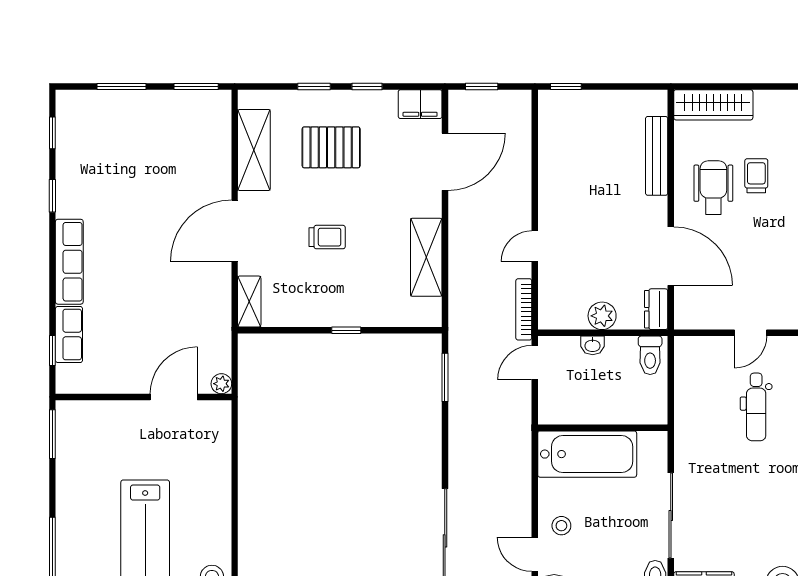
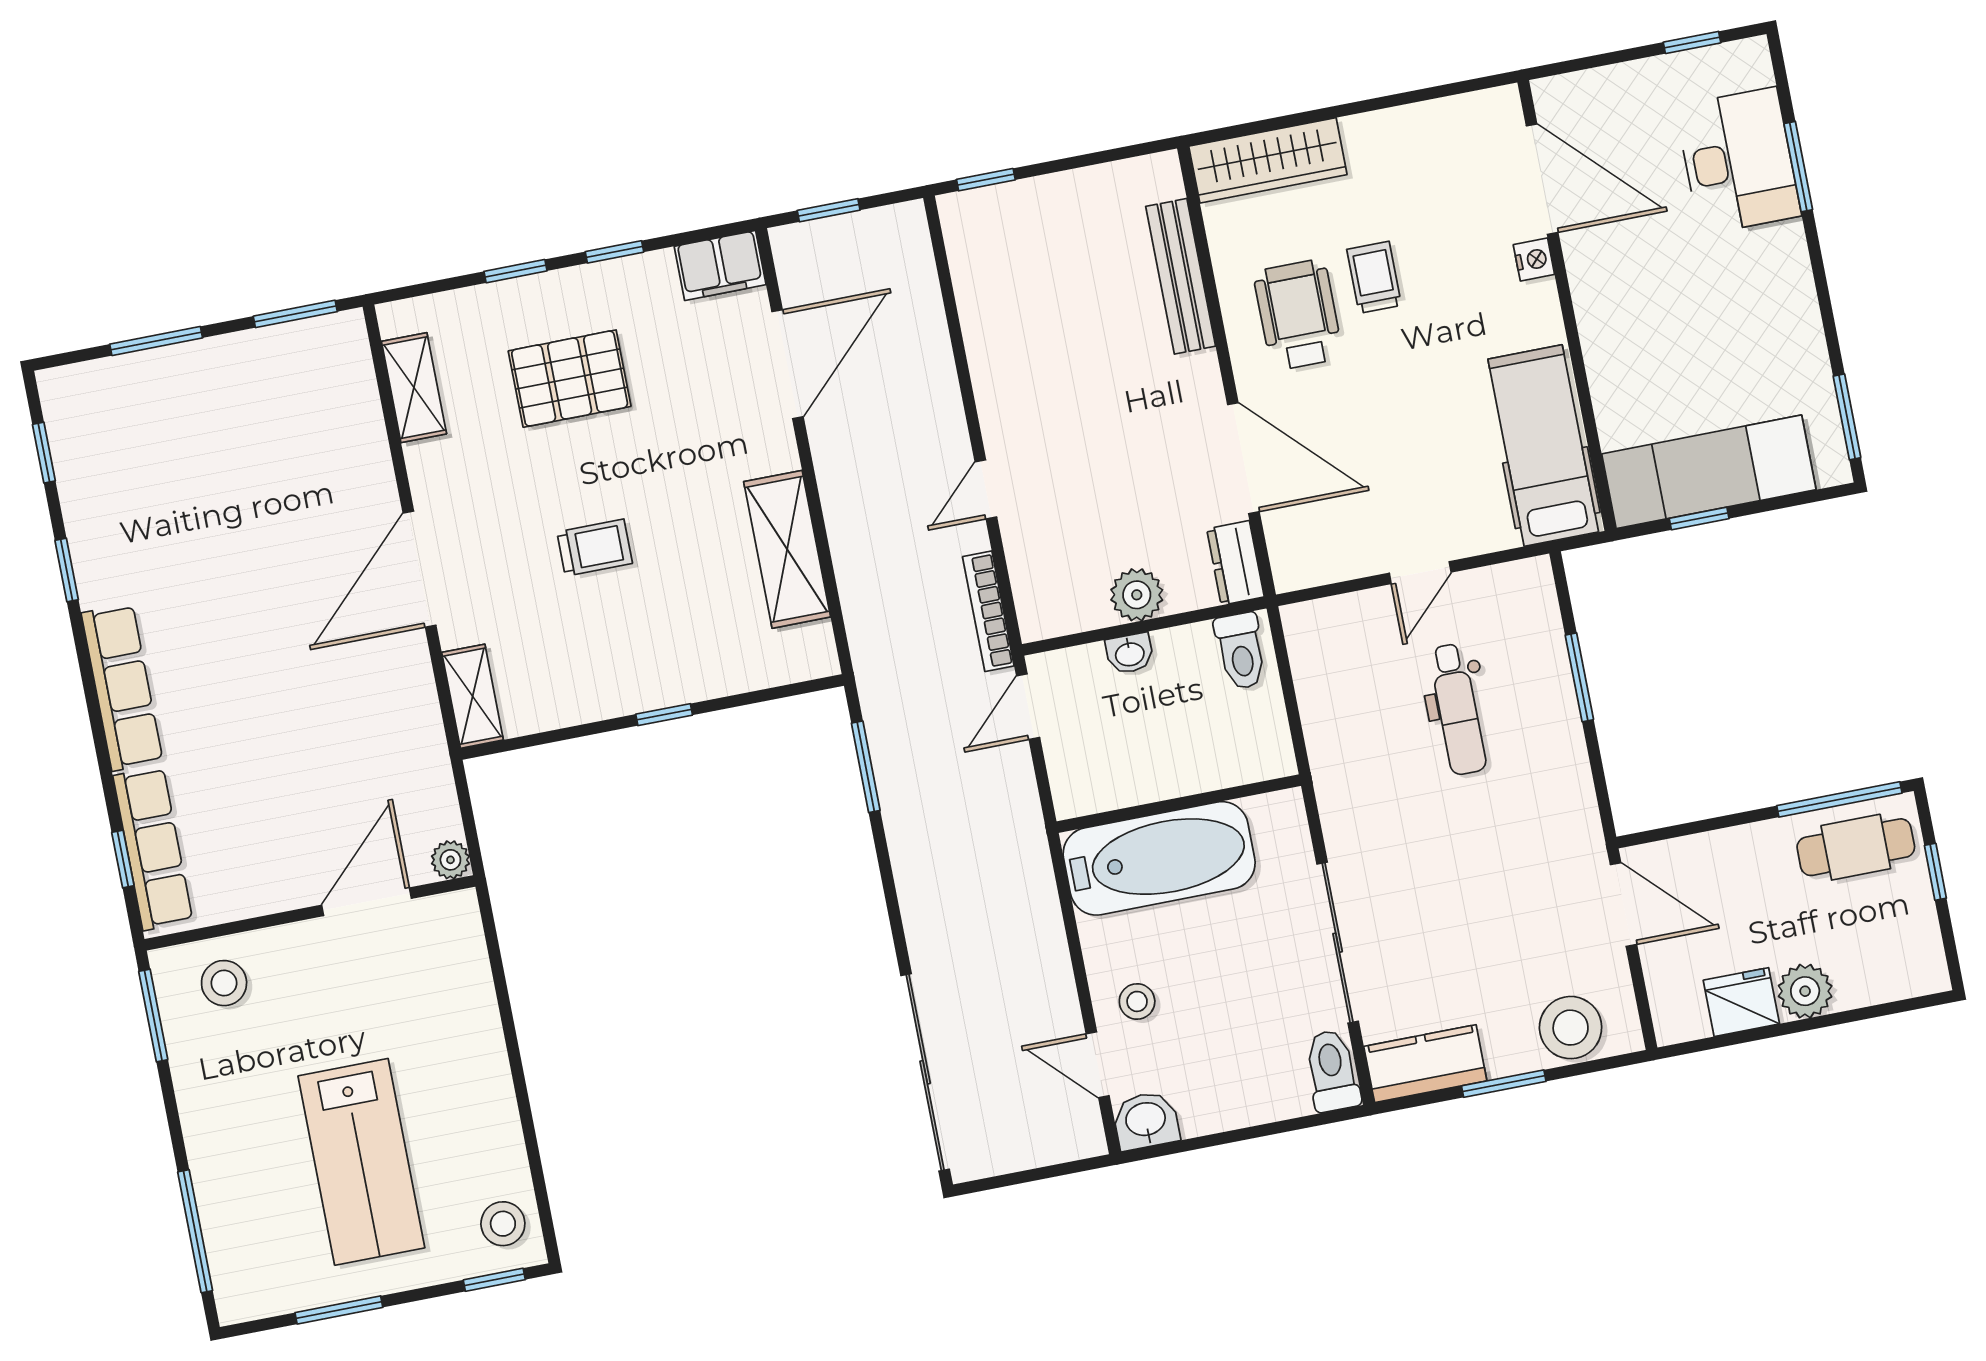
shelving: (254, 150) -> (414, 388), width x0.67, depth x0.75
row of seats: (69, 334) -> (153, 848), width x1.48
stool: (92, 425) -> (224, 983), added

